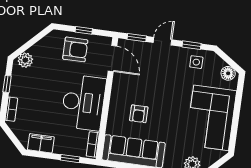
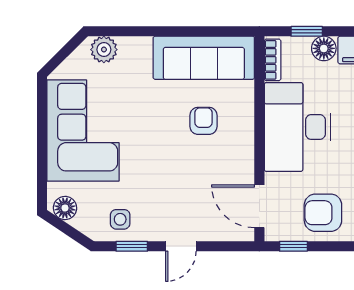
window: (84, 30) -> (293, 246), moved
window: (137, 38) -> (224, 246), removed
floor lamp: (61, 147) -> (324, 48), added

